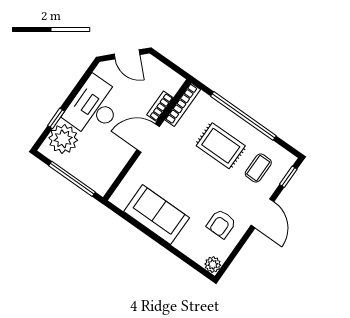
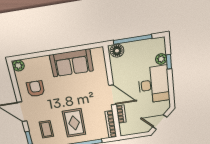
door: (148, 138) -> (112, 95), hinge flipped
plant: (63, 139) -> (161, 59), width x0.53, depth x0.53
rug: (221, 146) -> (74, 123), turned 90
floor lamp: (98, 182) -> (117, 51), added

